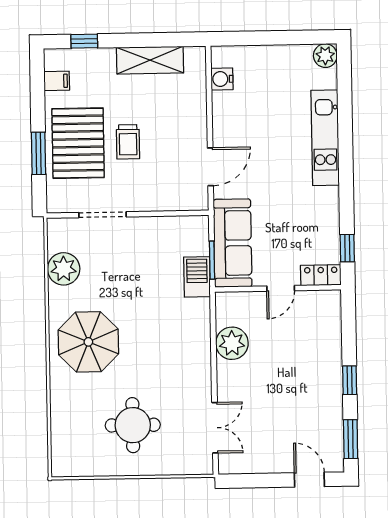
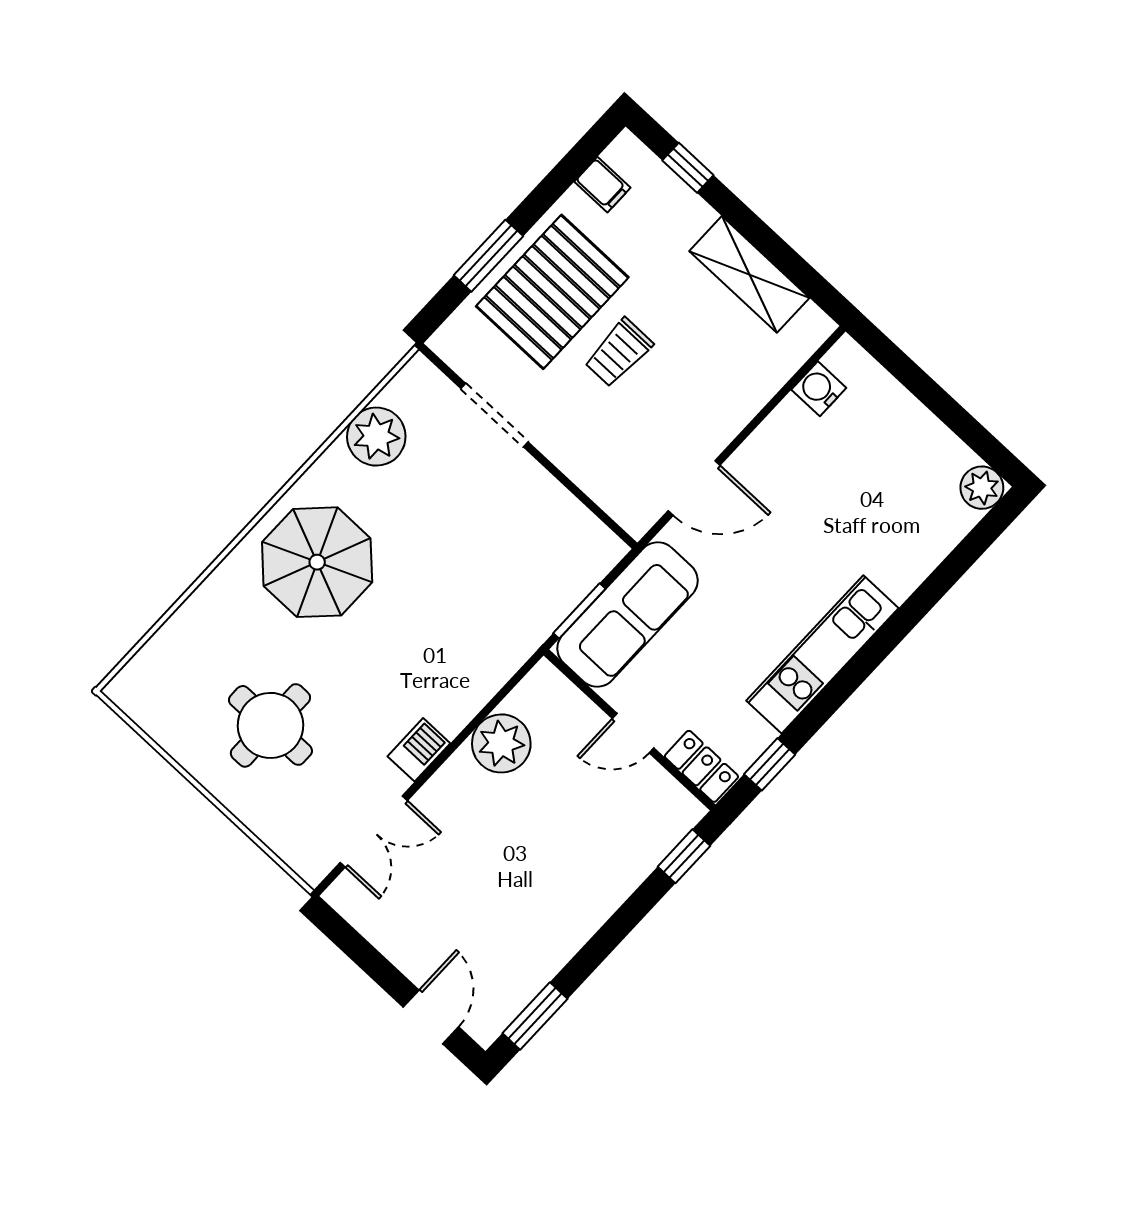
kitchen unit: (325, 138) -> (822, 654), moved
barbecue: (197, 277) -> (419, 750), moved, width x0.73, depth x0.79
window: (350, 380) -> (684, 856), moved

